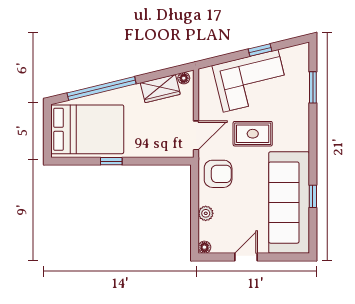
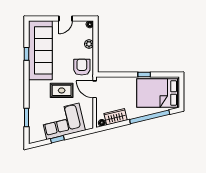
door: (196, 135) -> (95, 89), hinge flipped
armchair: (218, 174) -> (82, 67), turned 90

